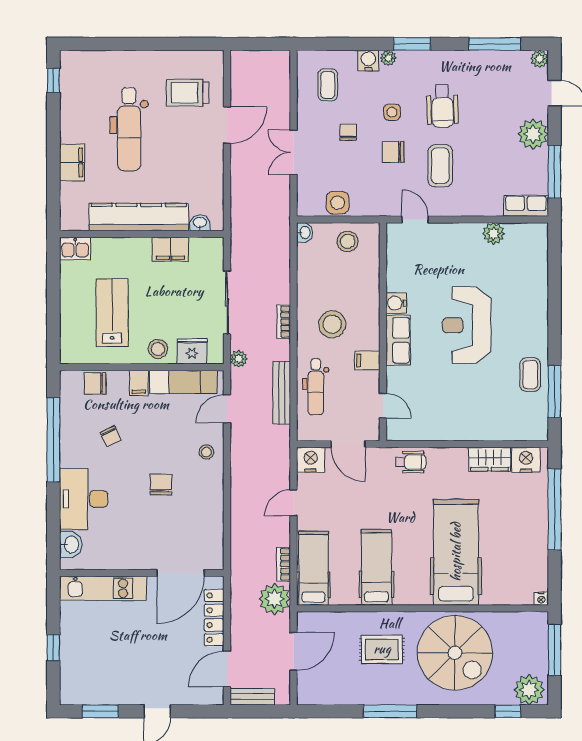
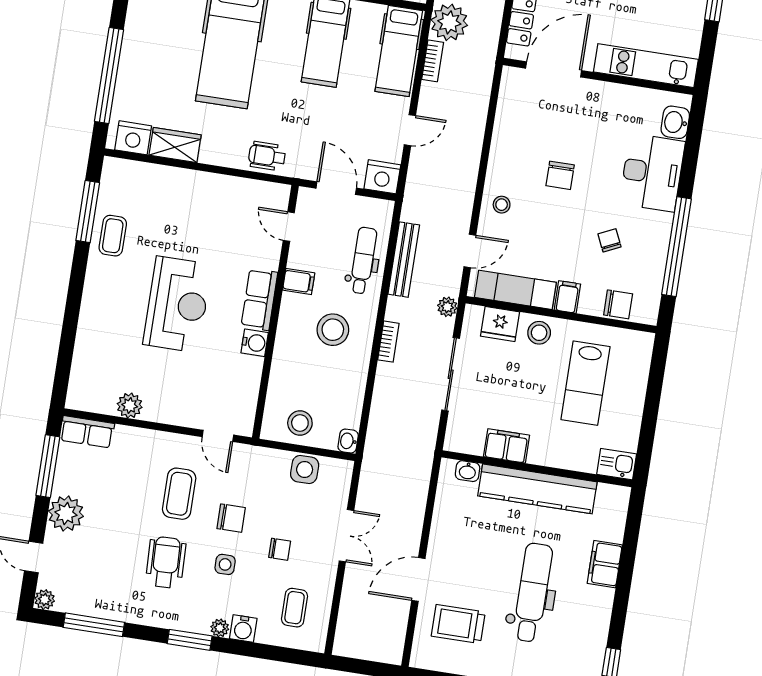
trolley: (188, 93) -> (458, 624), turned 180
chair: (348, 132) -> (280, 549), turned -90

